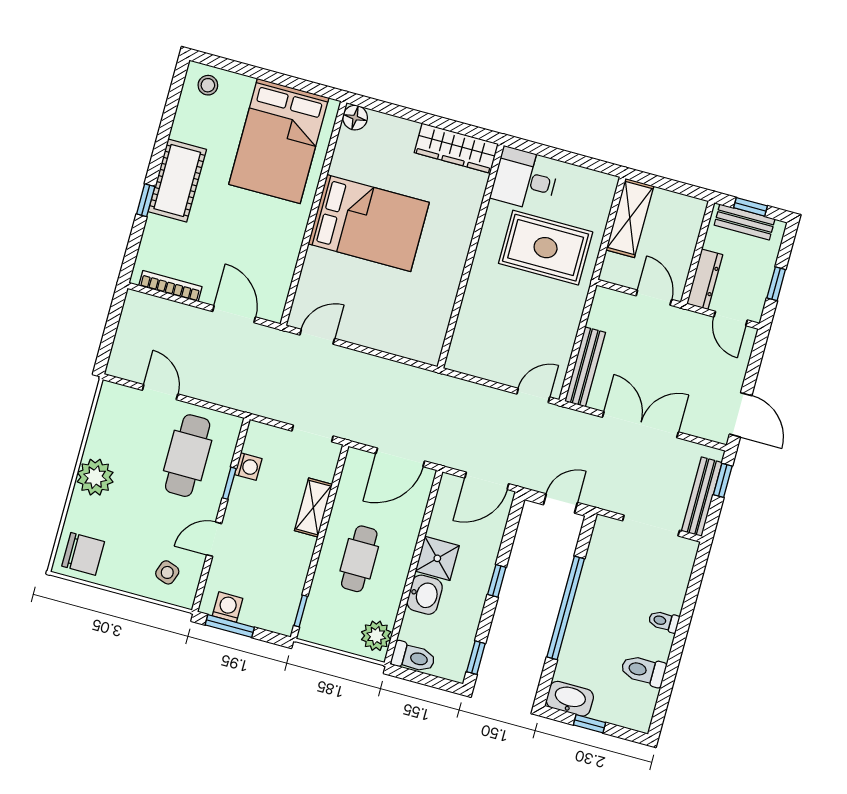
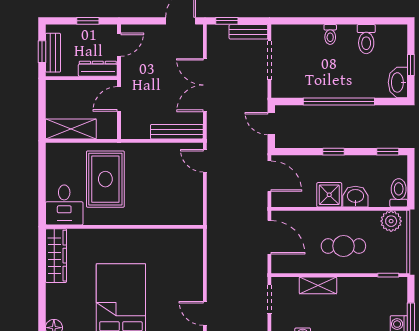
bench: (702, 497) -> (248, 32), width x0.73

